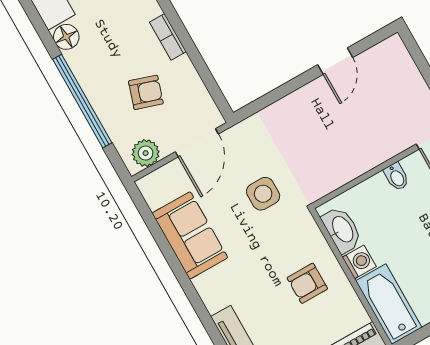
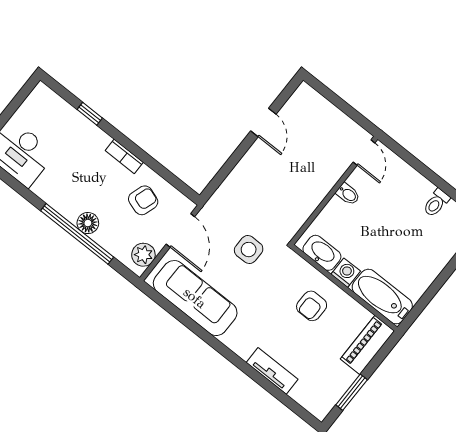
floor lamp: (66, 37) -> (88, 223), moved
armchair: (146, 92) -> (143, 200), moved
sofa: (190, 235) -> (195, 298), width x1.36

